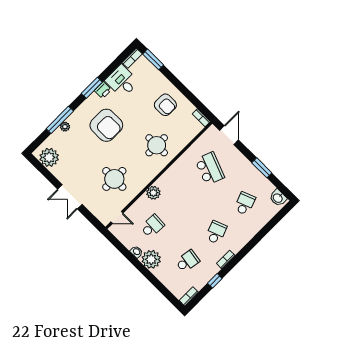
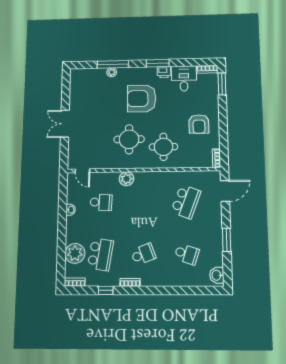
armchair: (106, 125) -> (142, 98), turned 90
plant: (49, 157) -> (79, 83), removed
round table: (114, 179) -> (129, 139), moved
school desk: (245, 204) -> (187, 254), turned 39
plant: (151, 259) -> (75, 253), moved
school desk: (187, 261) -> (100, 254), width x1.85

